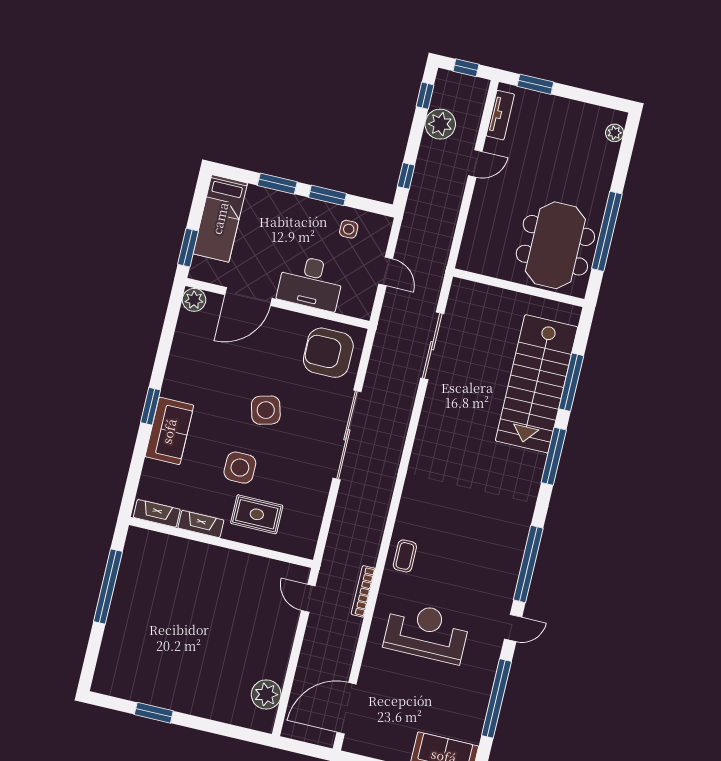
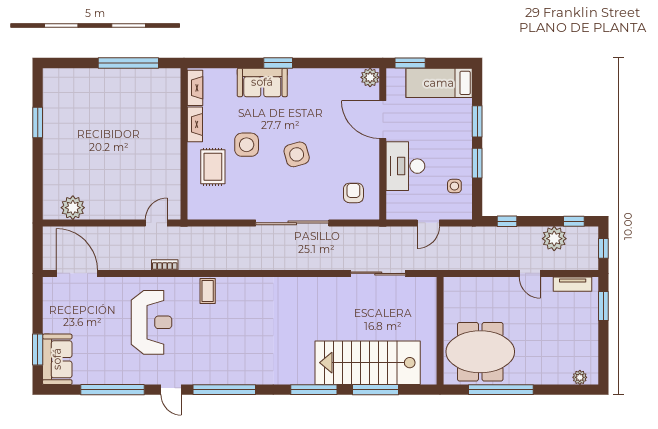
armchair: (328, 353) -> (353, 193), width x0.53, depth x0.53
coffee table: (405, 556) -> (208, 291), turned 90
bookcase: (363, 591) -> (165, 265), width x0.64

